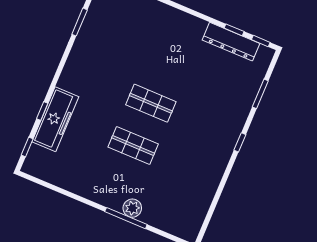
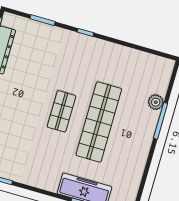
shop shelf: (133, 145) -> (99, 122), width x2.00, depth x1.36
plant: (132, 208) -> (156, 102), moved

